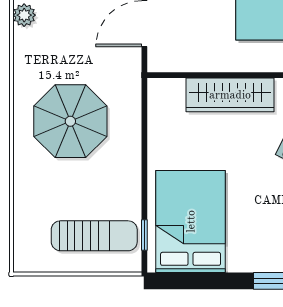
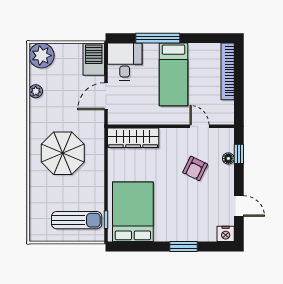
wardrobe: (230, 95) -> (133, 138), moved

